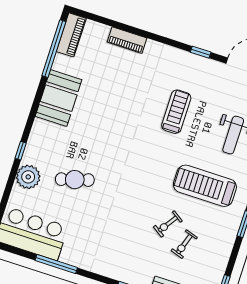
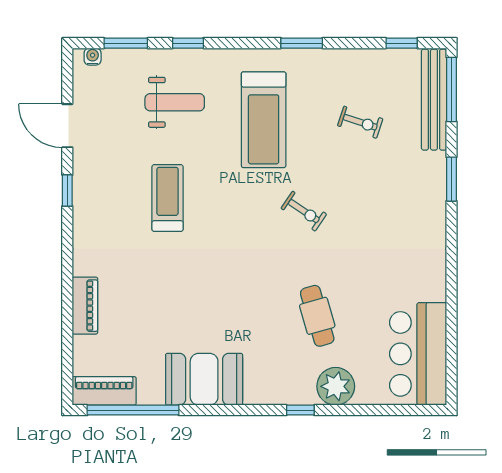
treadmill: (176, 112) -> (168, 198), turned 90
exercise bike: (168, 224) -> (304, 211), moved
window: (56, 264) -> (451, 303), removed

